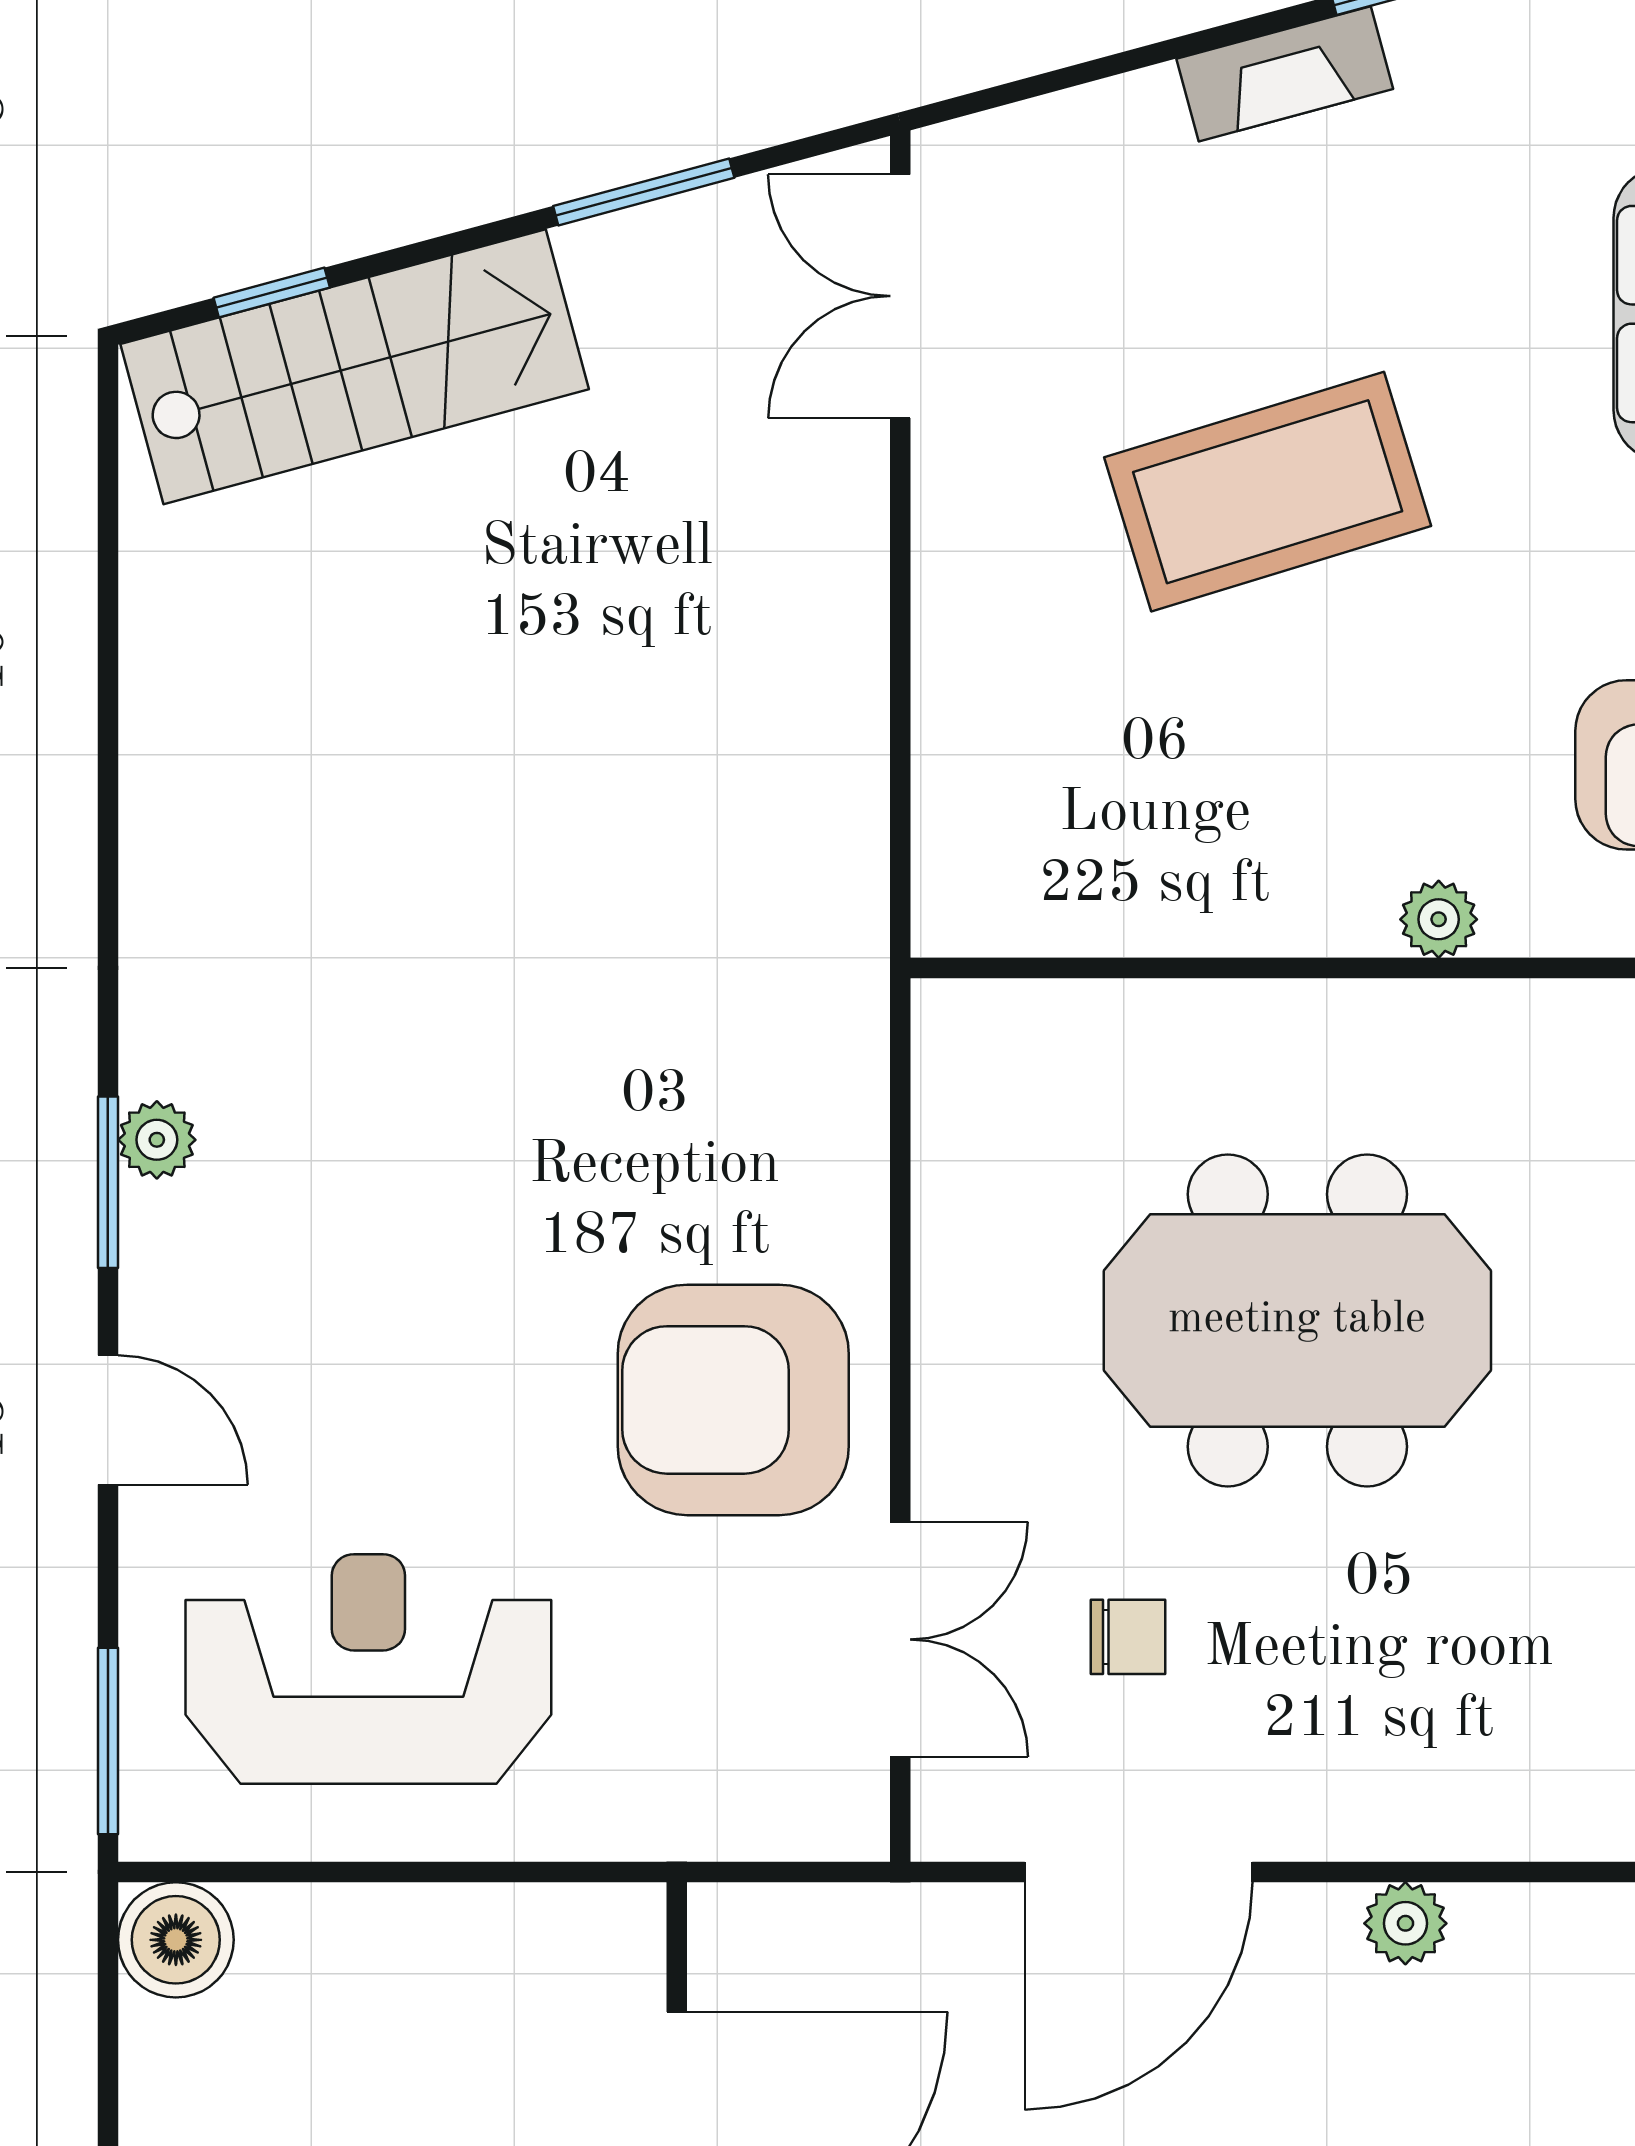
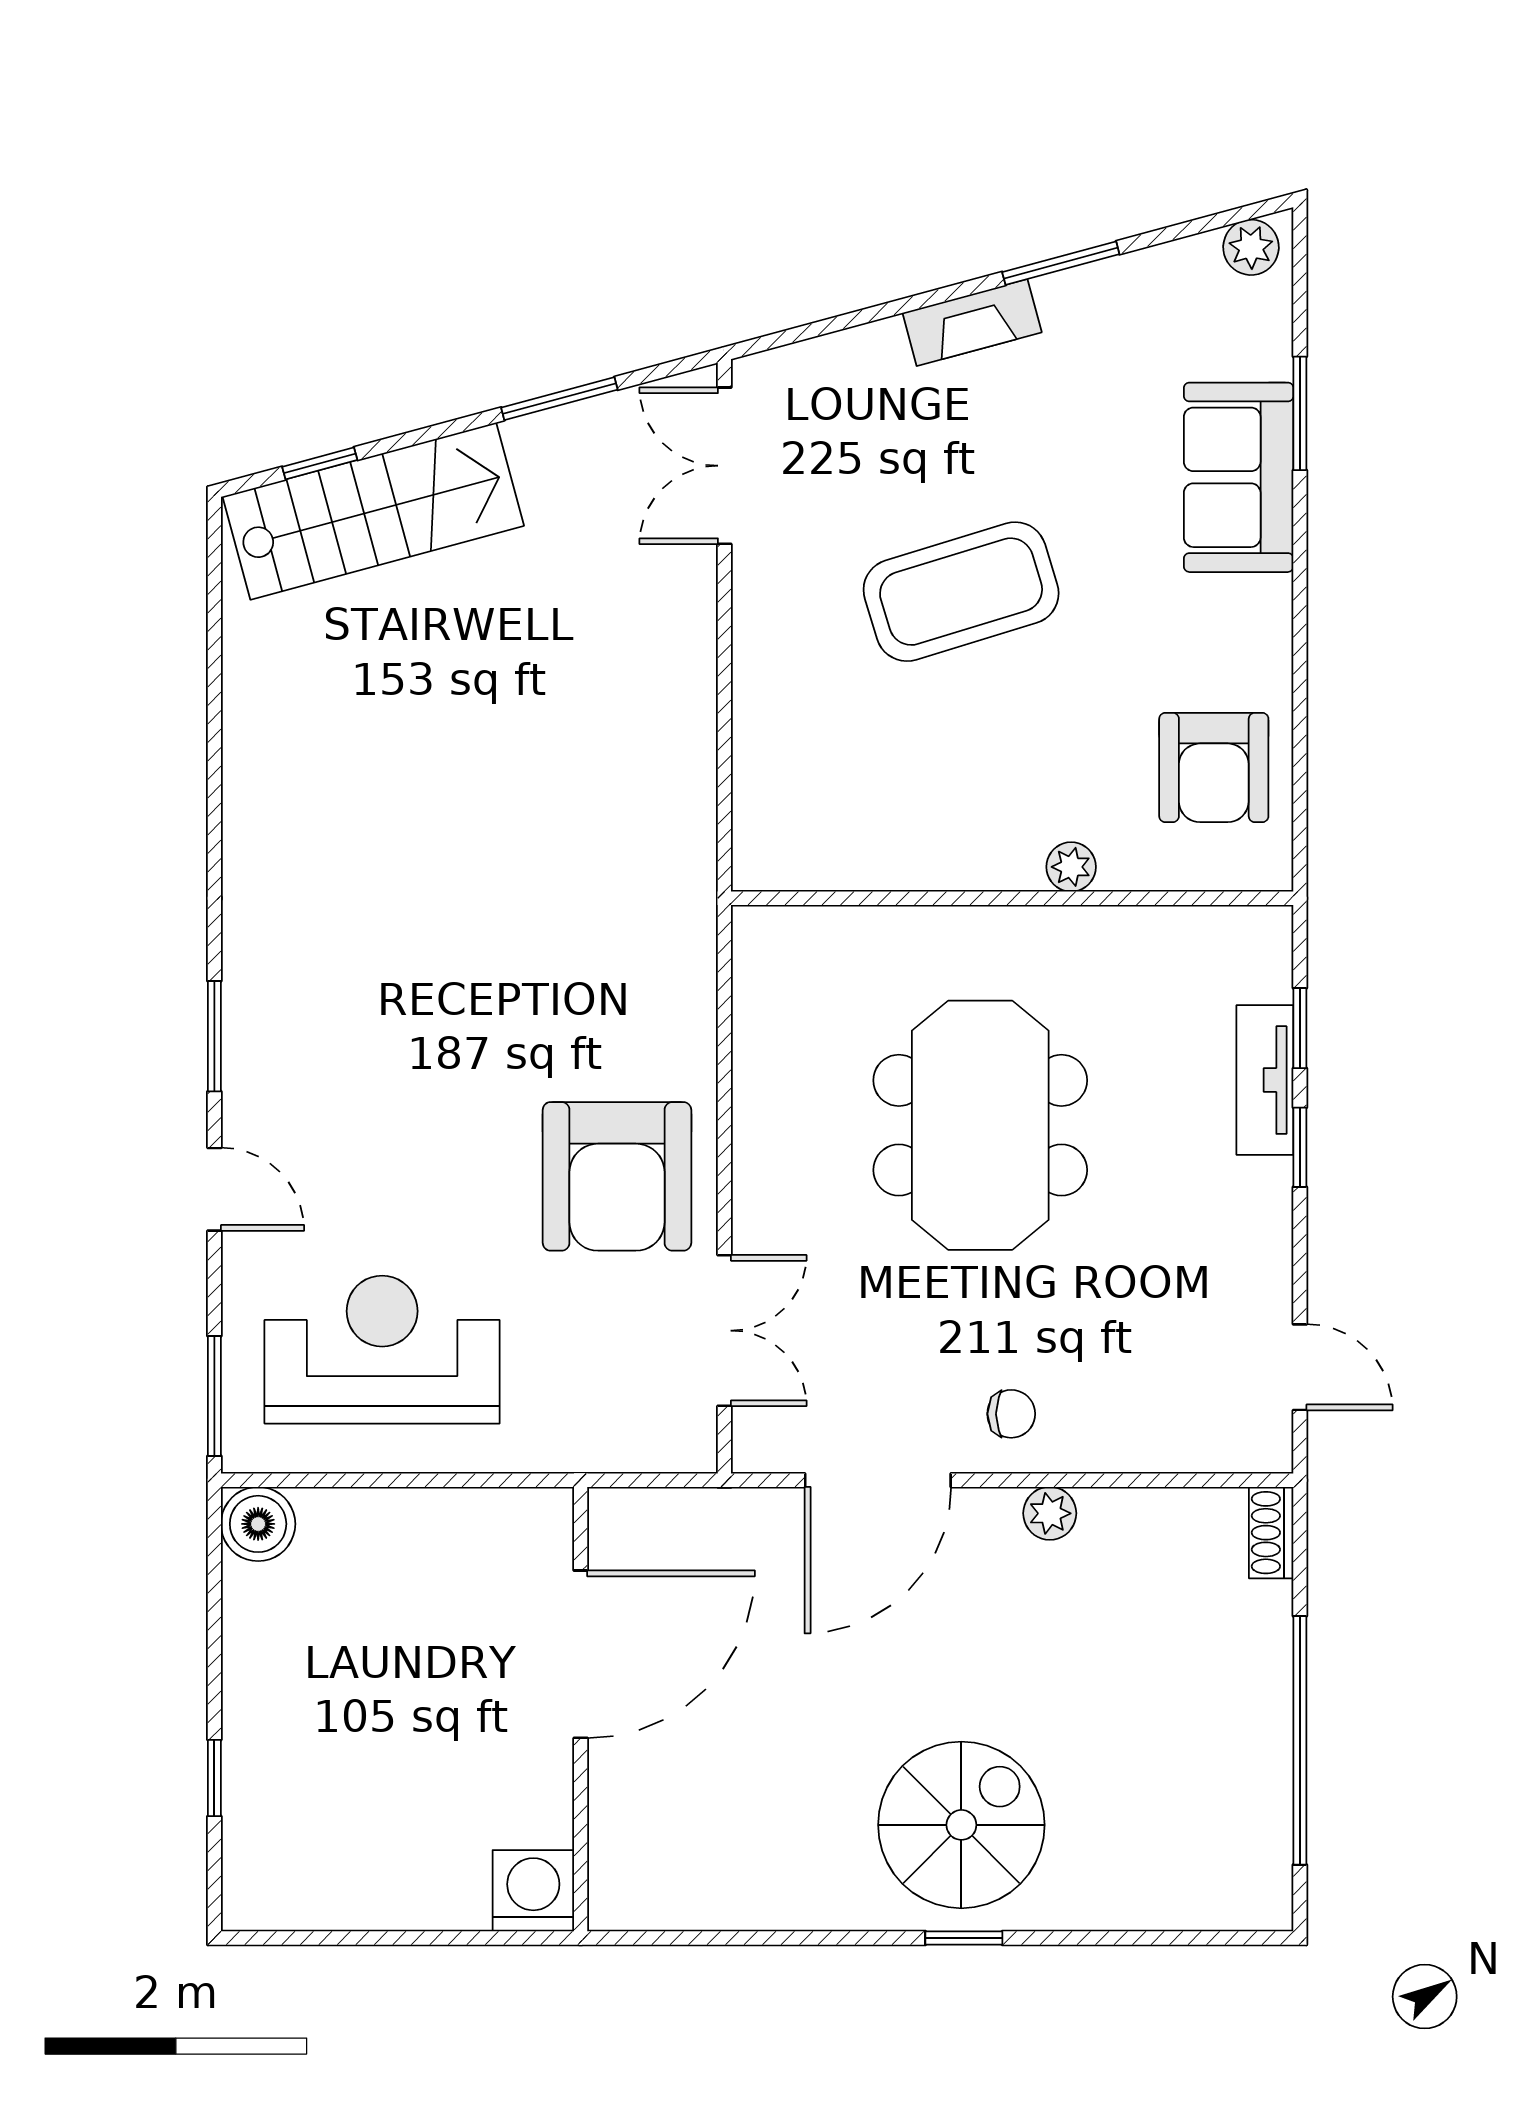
plant: (157, 1140) -> (246, 1009), removed
meeting table: (1297, 1320) -> (980, 1125), turned 90
armchair: (733, 1400) -> (617, 1176), turned -90
chair: (1128, 1637) -> (1011, 1414), moved

